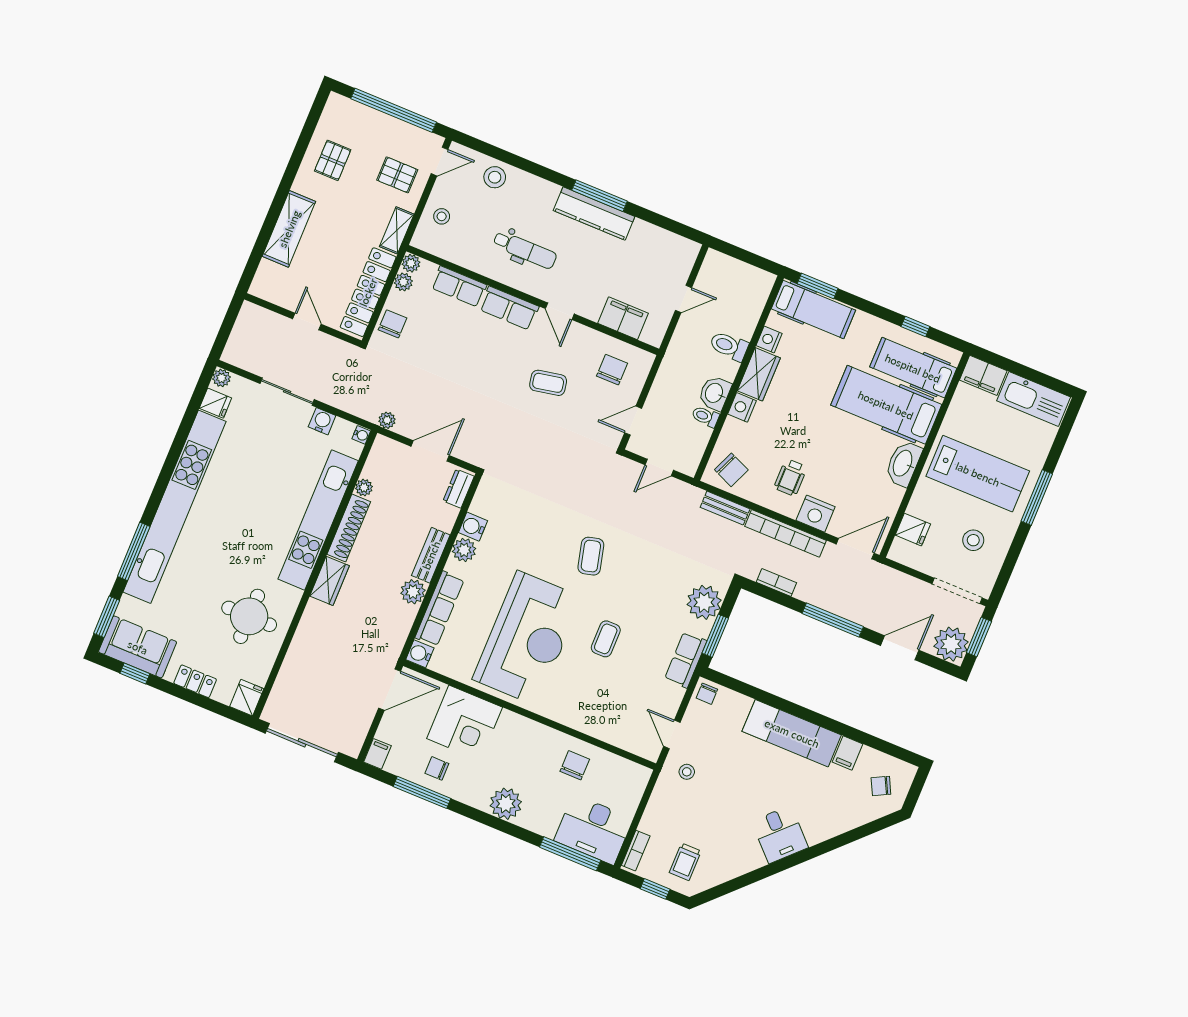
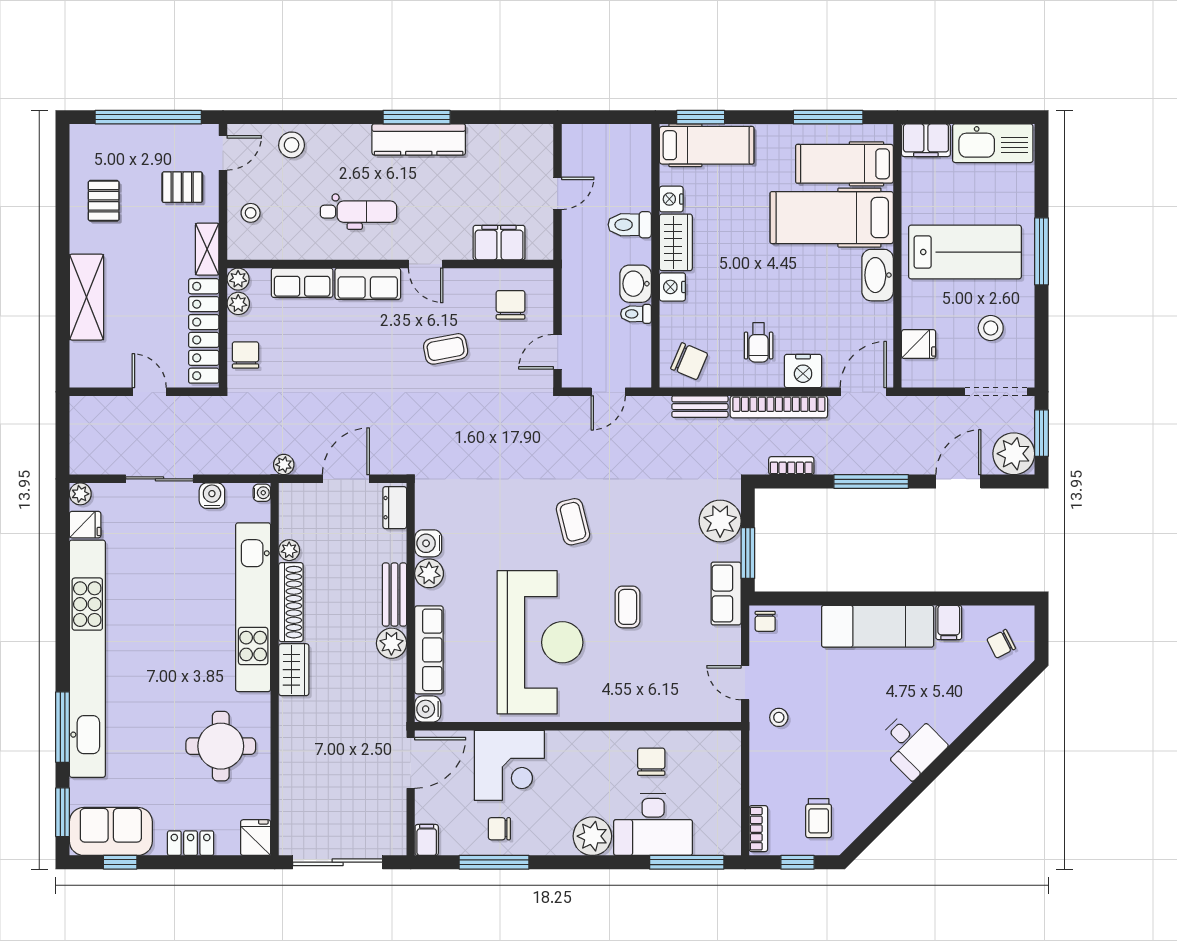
window: (915, 327) -> (828, 117), width x2.17
desk: (593, 829) -> (653, 824), moved

